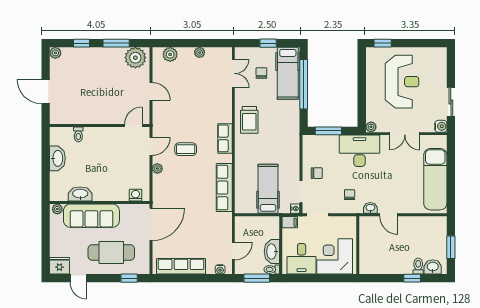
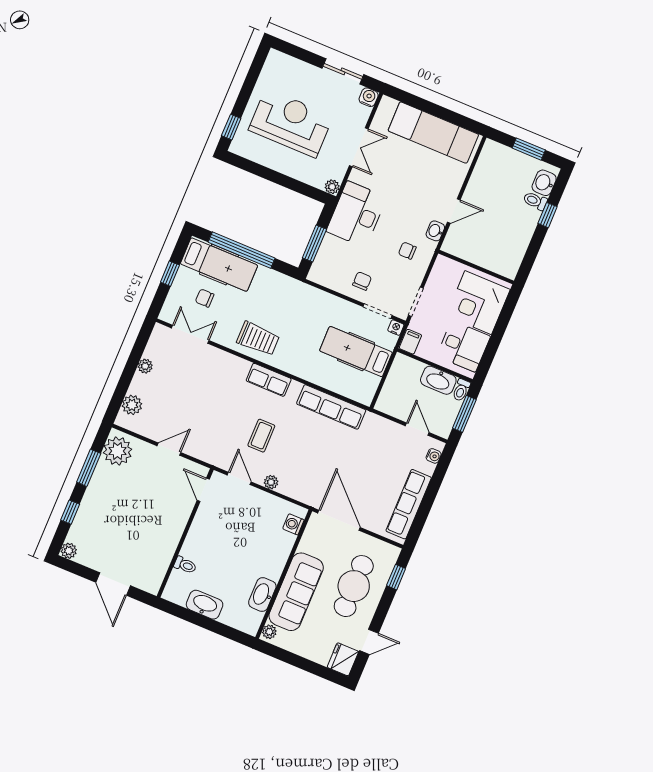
door: (46, 92) -> (113, 584), hinge flipped

